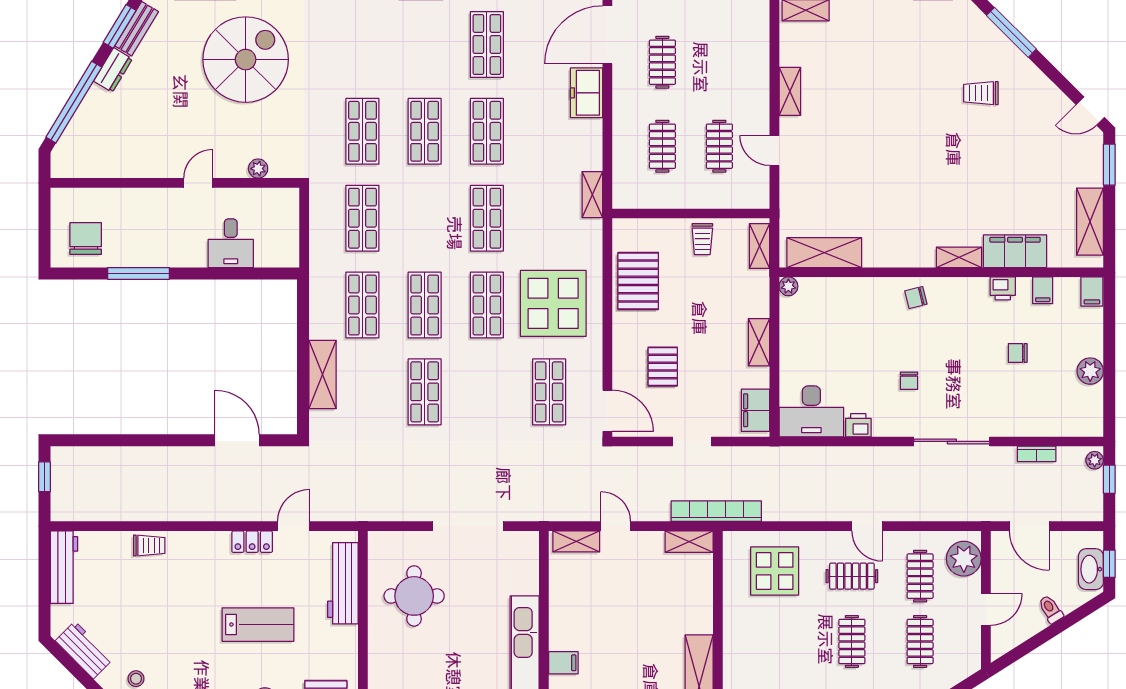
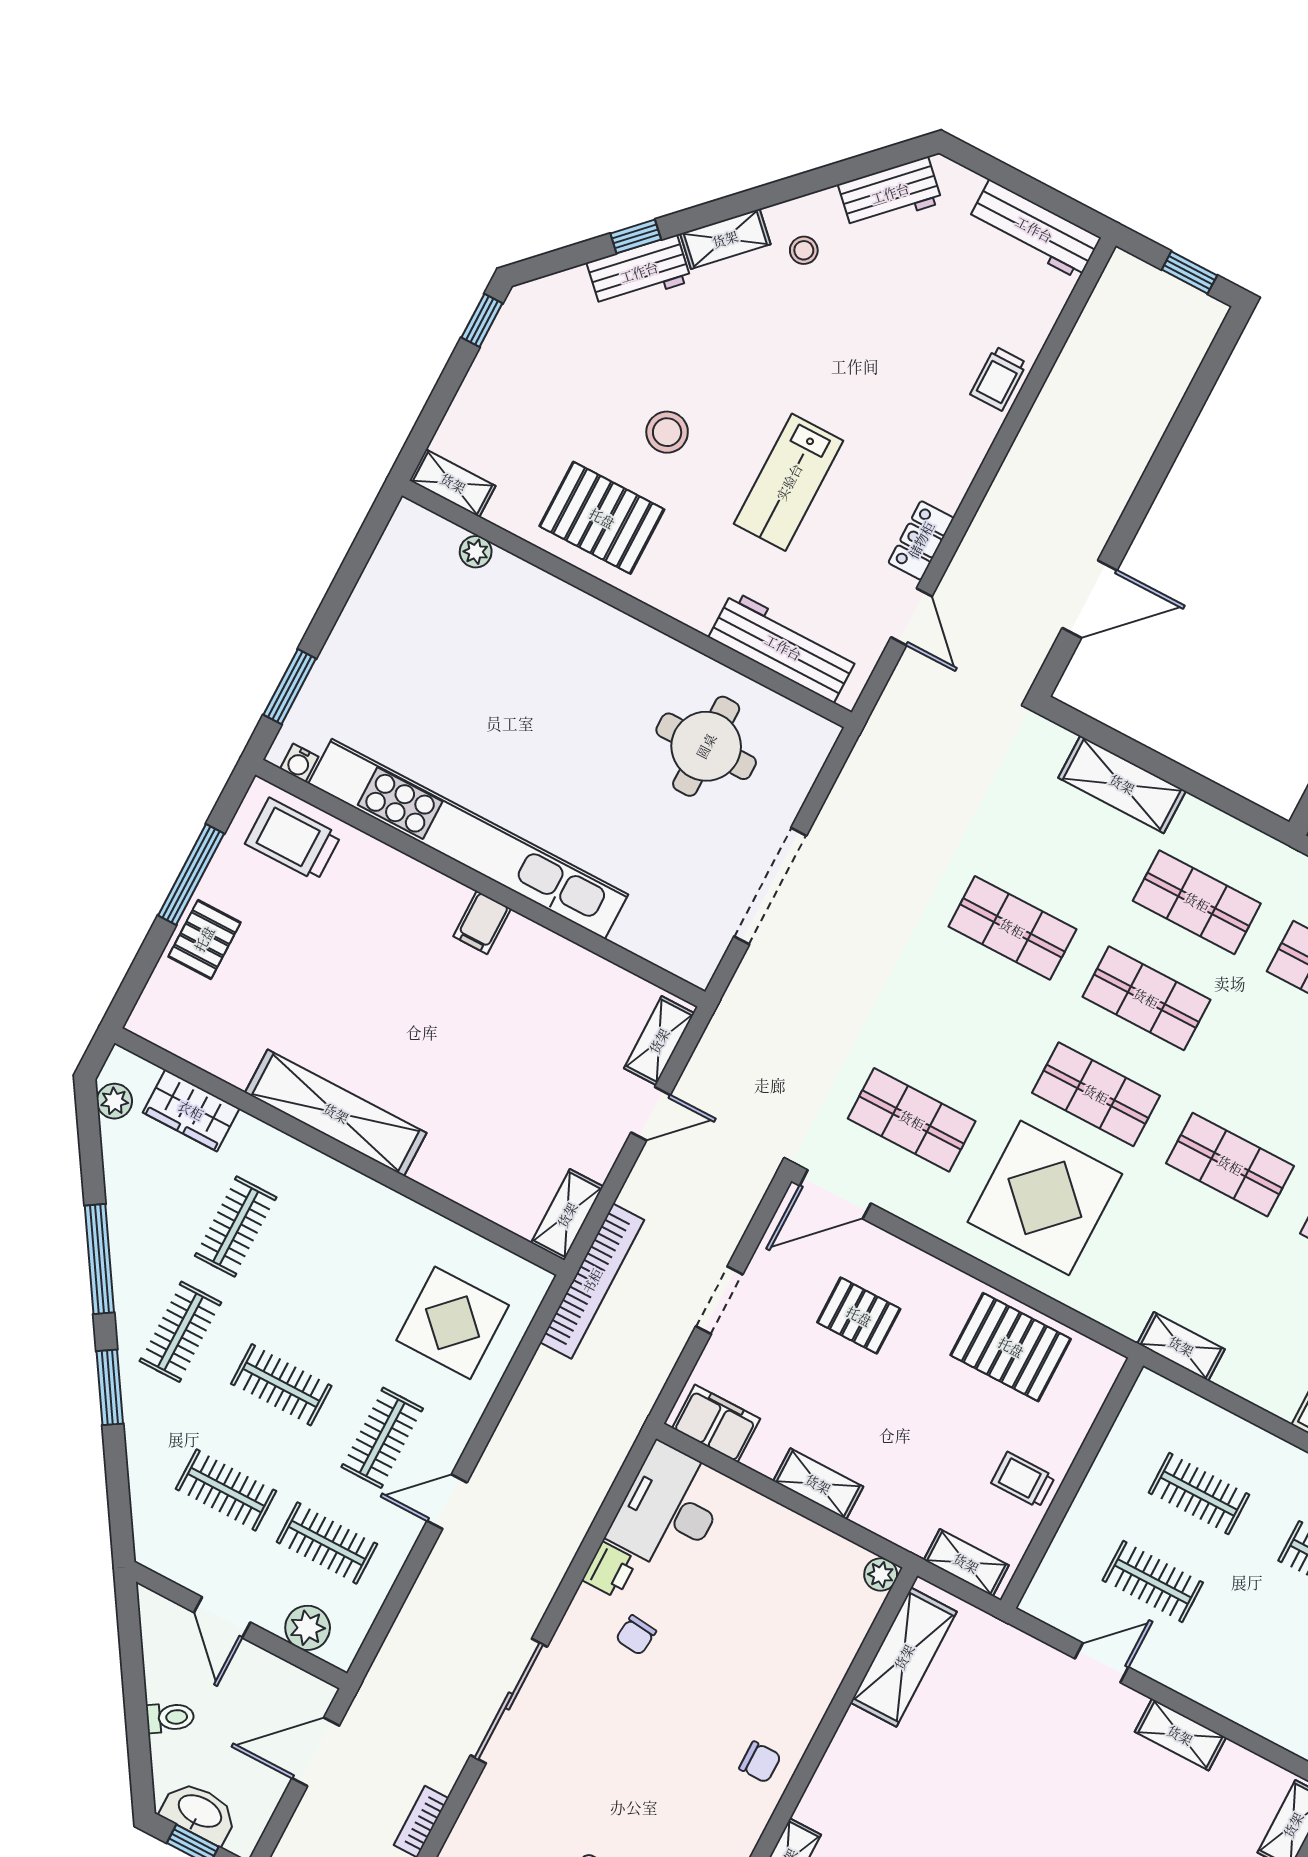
chair: (916, 298) -> (760, 1762), turned 104
chair: (909, 381) -> (636, 1635), moved, turned -84
plant: (964, 559) -> (308, 1628), width x0.73, depth x0.73

